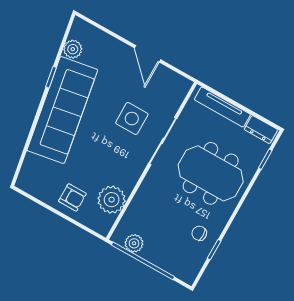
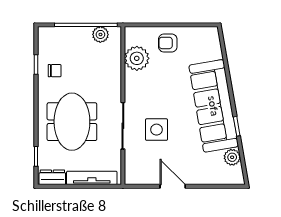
meeting table: (211, 173) -> (72, 122), turned 90

